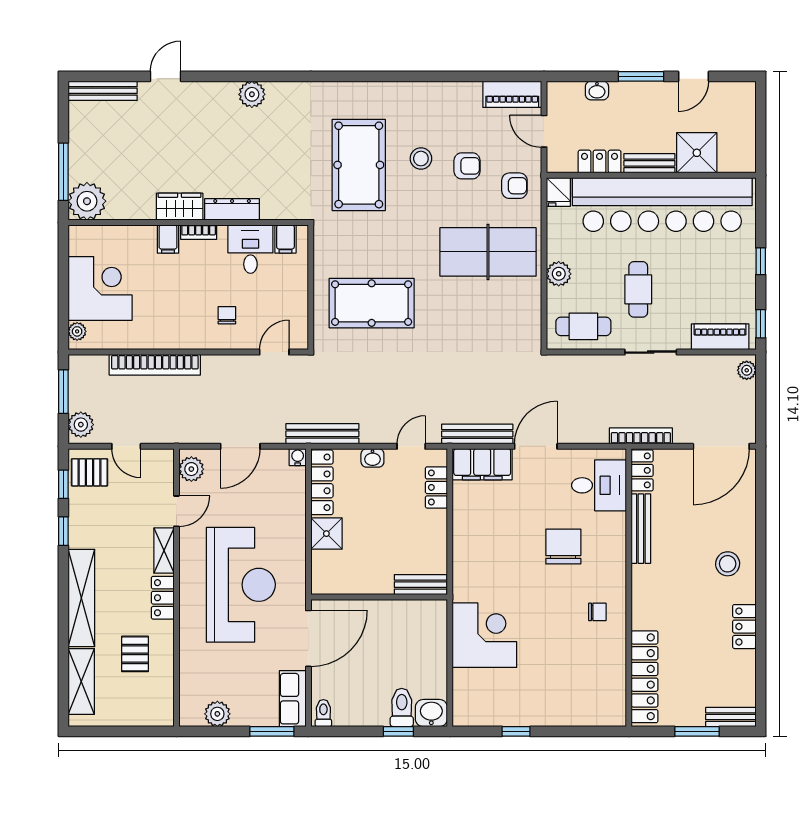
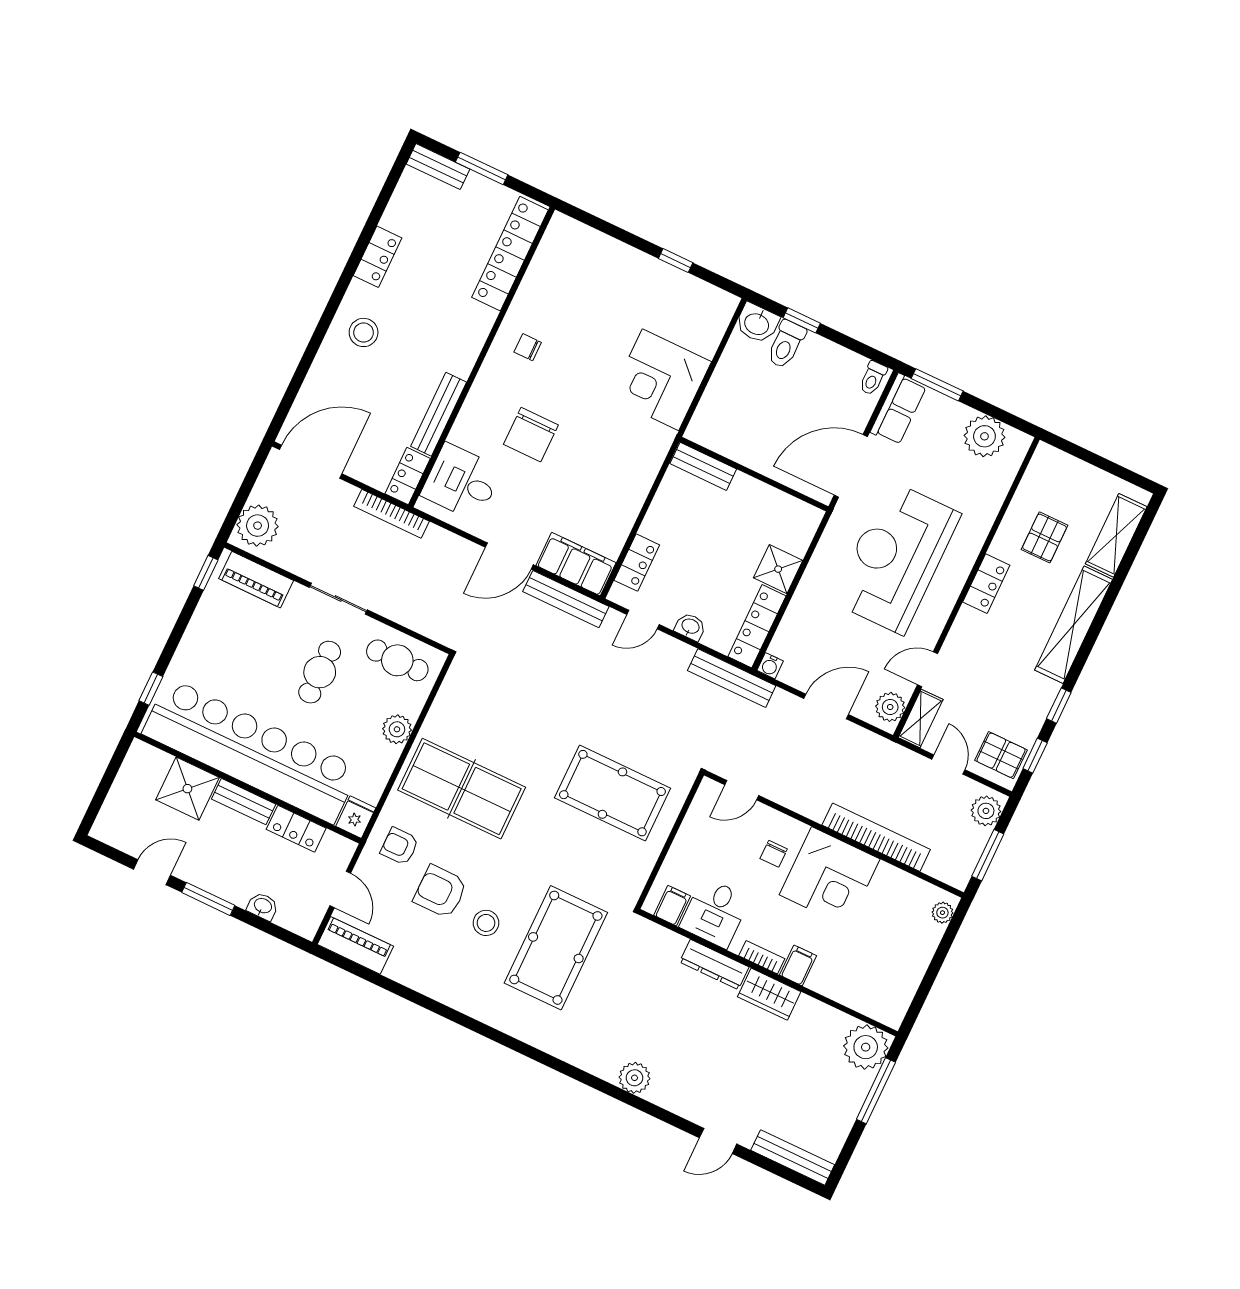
armchair: (467, 166) -> (440, 892), width x1.38, depth x1.38
window: (761, 261) -> (151, 689), moved
corner desk: (100, 289) -> (830, 877), moved, turned -90
plant: (747, 370) -> (258, 526), width x1.88, depth x1.88
shelving: (164, 551) -> (921, 719), moved
plant: (217, 714) -> (984, 436), width x1.36, depth x1.36

